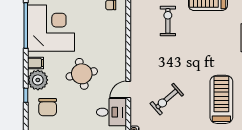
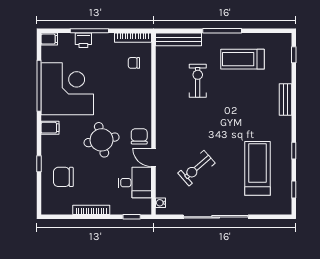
chair: (115, 71) -> (139, 136), added
plant: (38, 80) -> (52, 147), removed
door: (128, 90) -> (154, 157), hinge flipped
chair: (48, 107) -> (63, 177), turned 90

